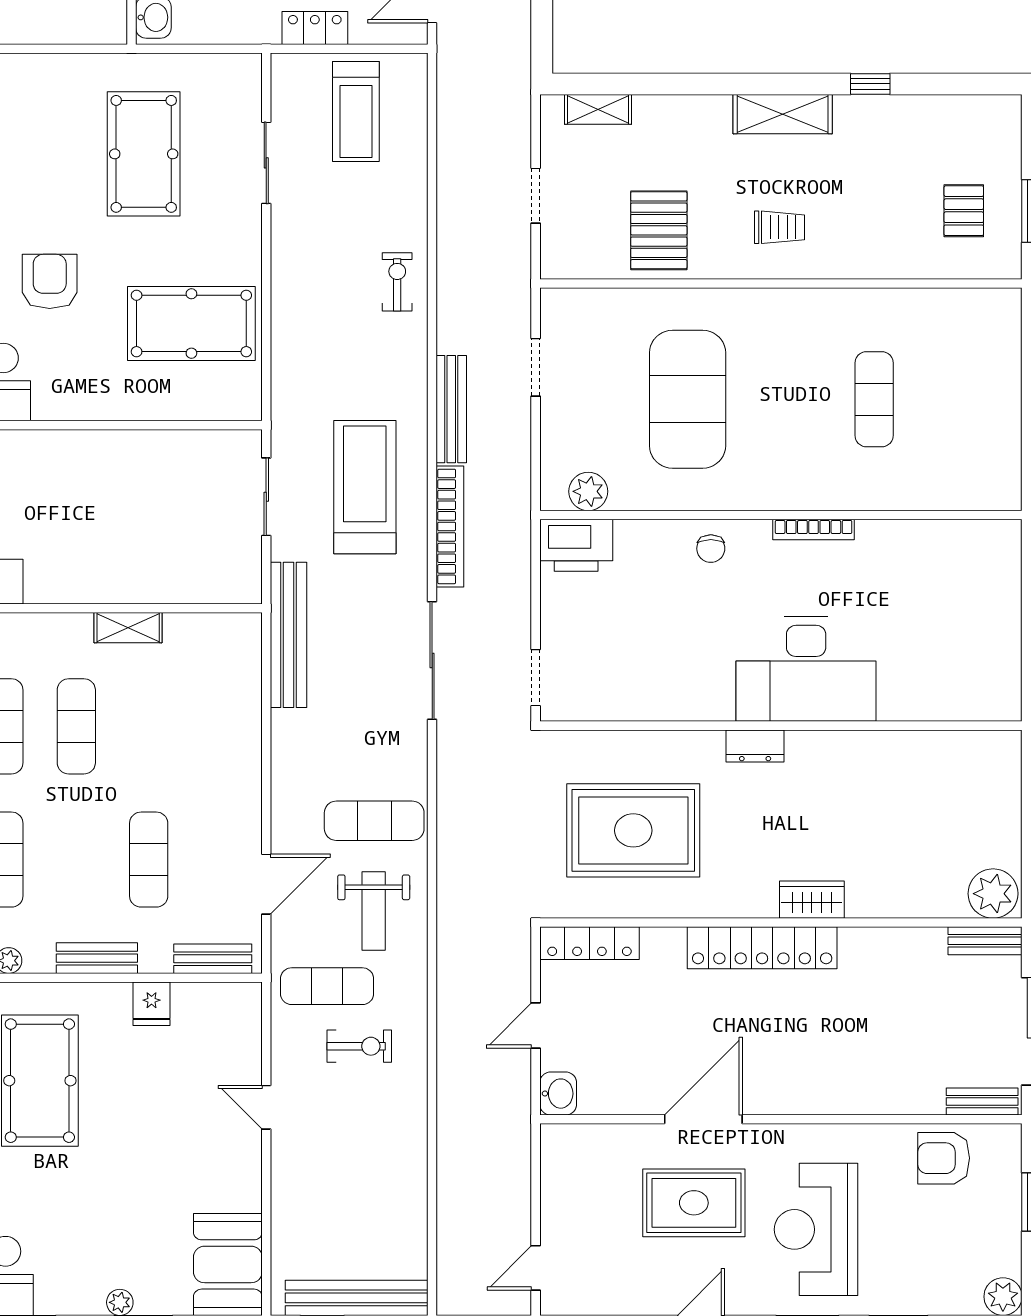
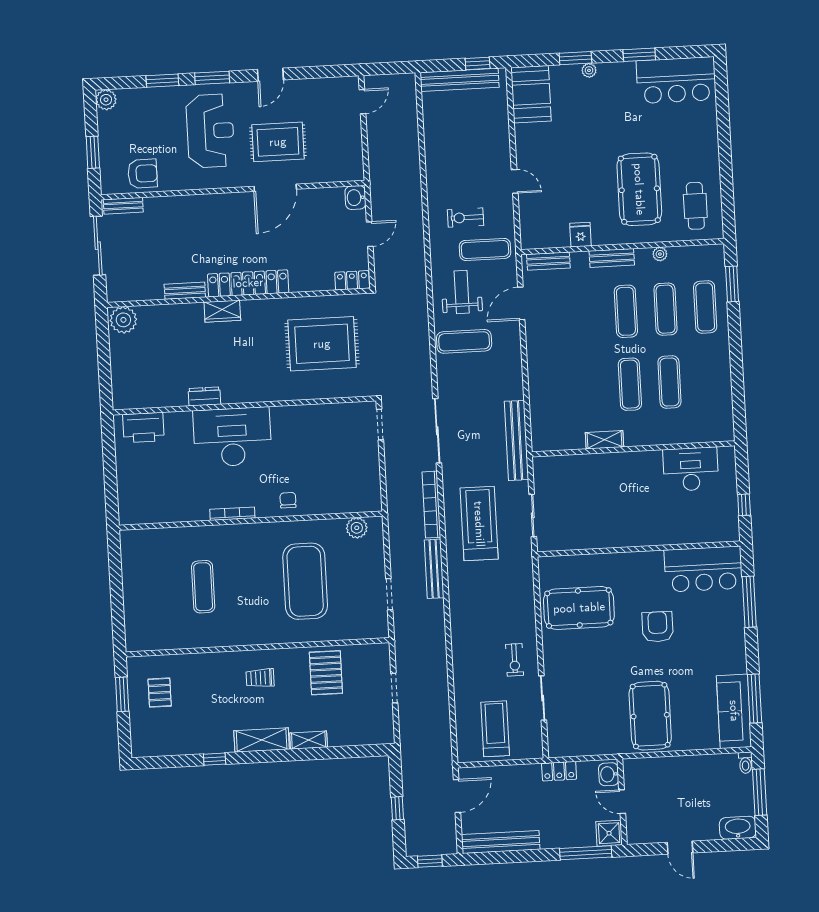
locker: (315, 28) -> (559, 771), moved
shelving: (598, 109) -> (309, 740), moved
pool table: (144, 154) -> (650, 716), moved
armchair: (50, 281) -> (658, 627), turned 180
exercise bike: (397, 282) -> (515, 660), moved
treadmill: (365, 487) -> (479, 524), turned 180
printer: (576, 545) -> (143, 428), moved, turned 180
dresser: (755, 746) -> (204, 396), moved
exercise mat: (149, 860) -> (626, 311), moved
bench: (985, 941) -> (185, 291), moved
locker: (589, 943) -> (352, 280), width x0.66

